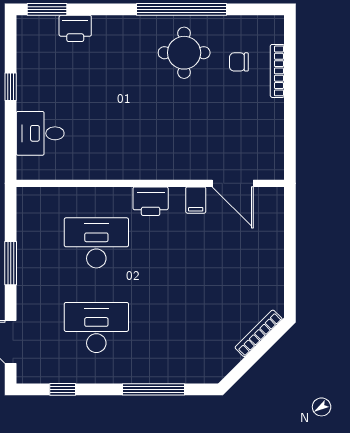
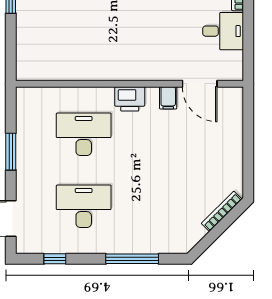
desk: (40, 133) -> (223, 31), moved, turned 180

